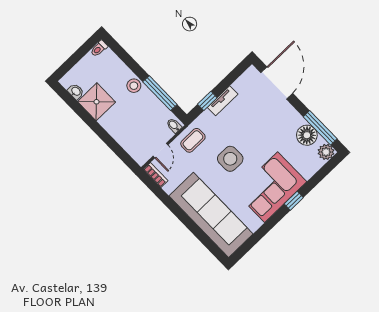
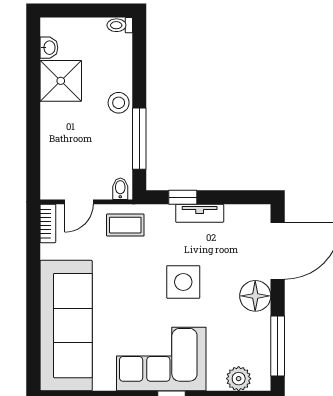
floor lamp: (307, 135) -> (255, 296), moved
plant: (326, 152) -> (239, 379), moved
side table: (230, 159) -> (183, 282), moved

